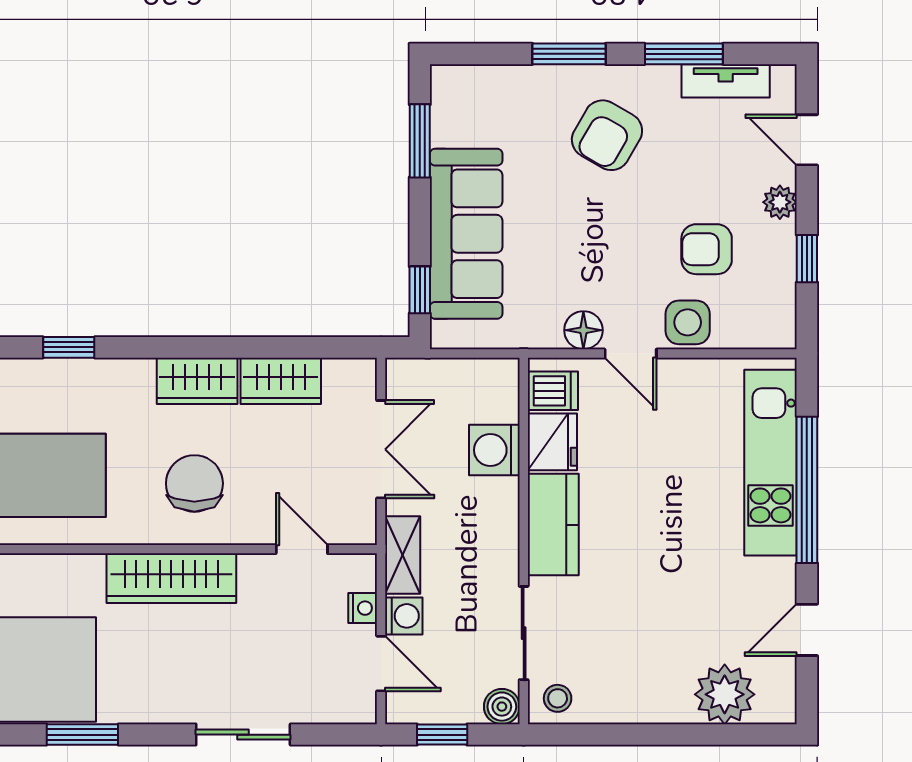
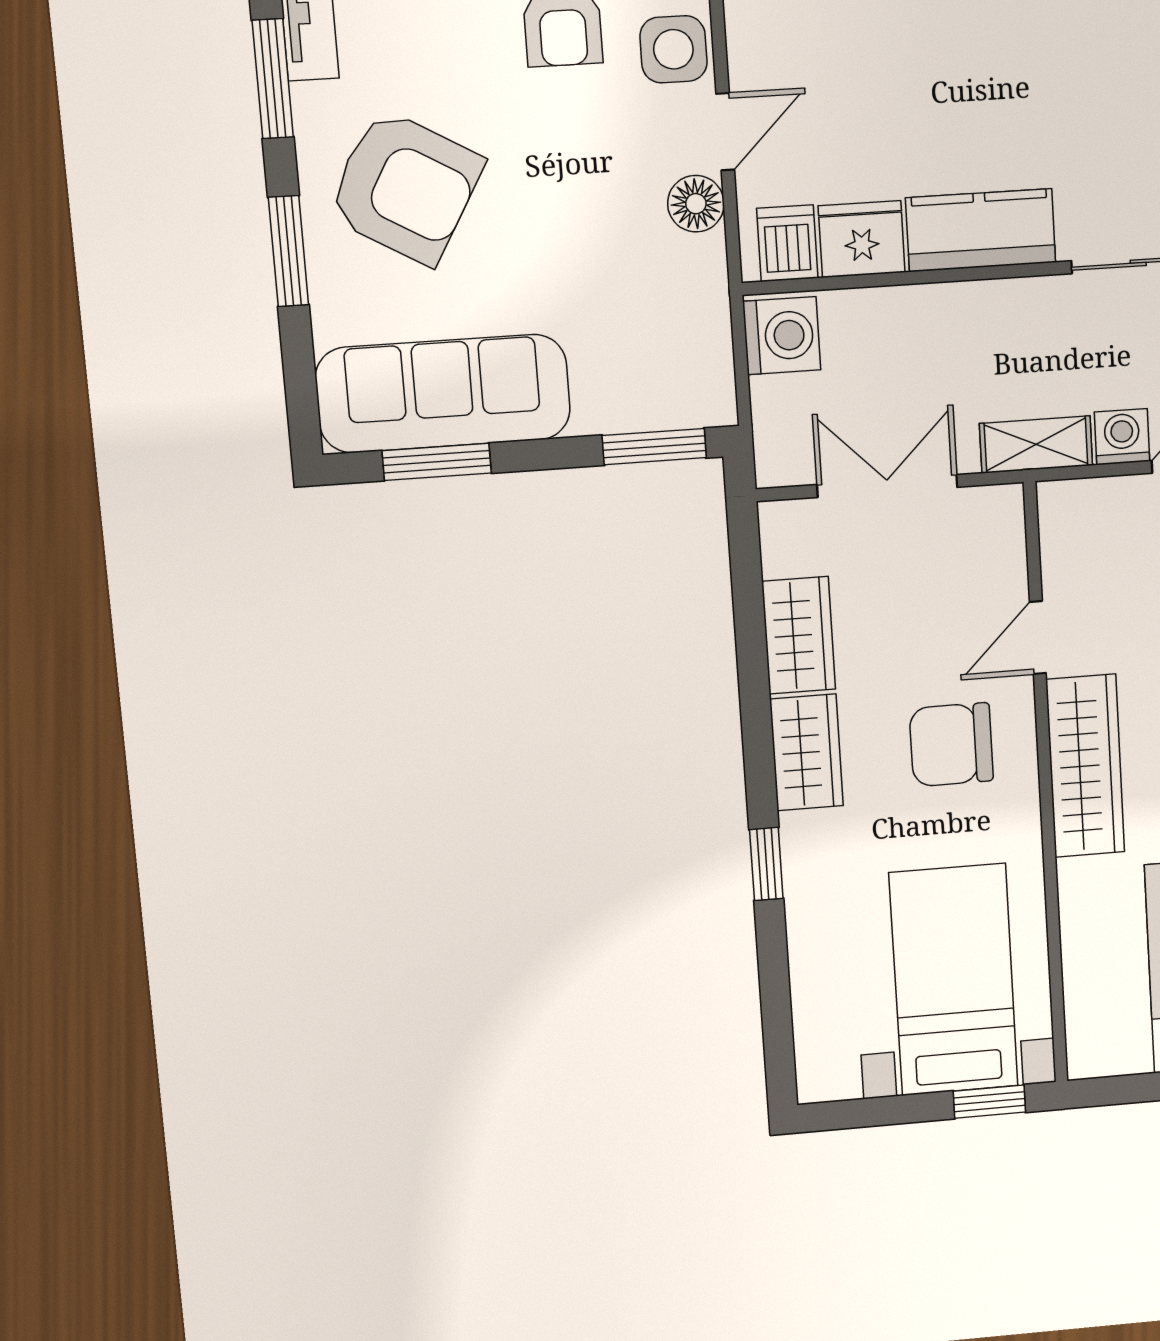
armchair: (607, 135) -> (405, 187), width x1.36, depth x1.36
sofa: (466, 234) -> (443, 394), moved
window: (420, 290) -> (654, 447), width x1.50
window: (69, 347) -> (766, 864), moved
washing machine: (494, 450) -> (782, 336), moved, turned -90
door: (302, 549) -> (1038, 638), moved
nightstand: (363, 608) -> (1114, 496), removed

